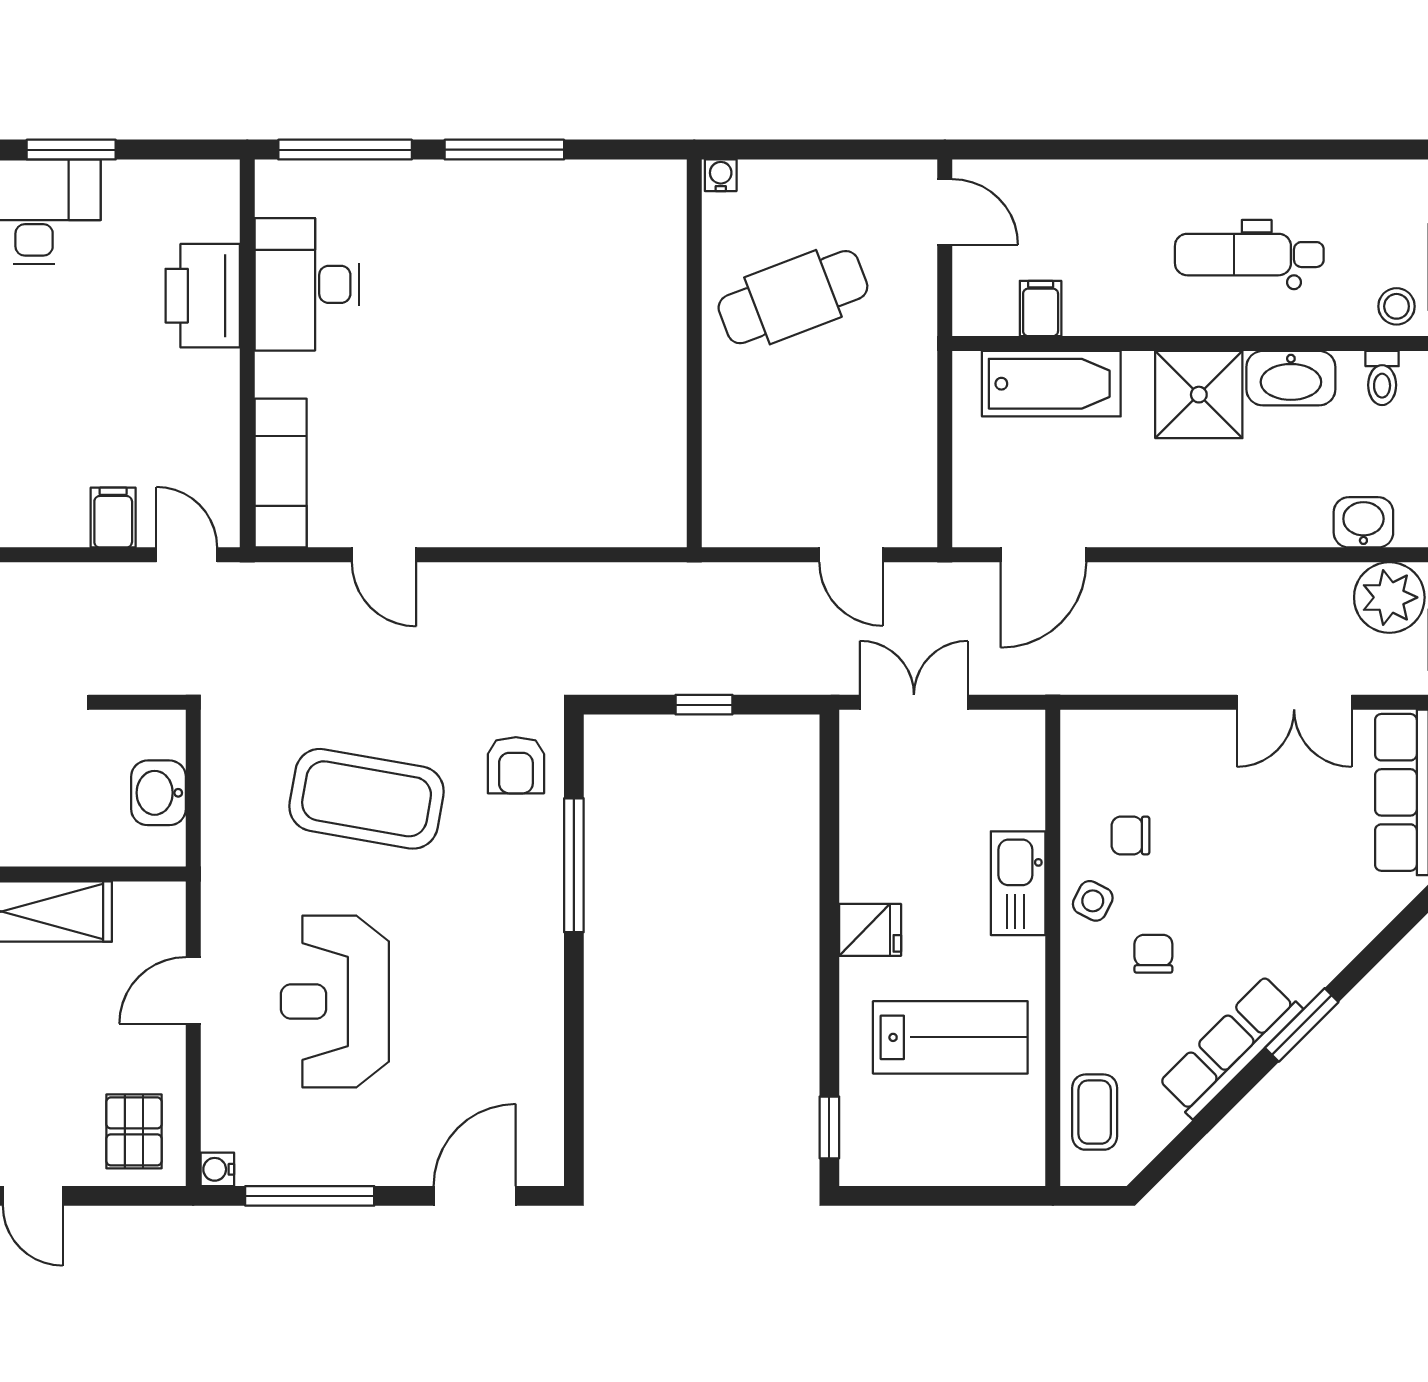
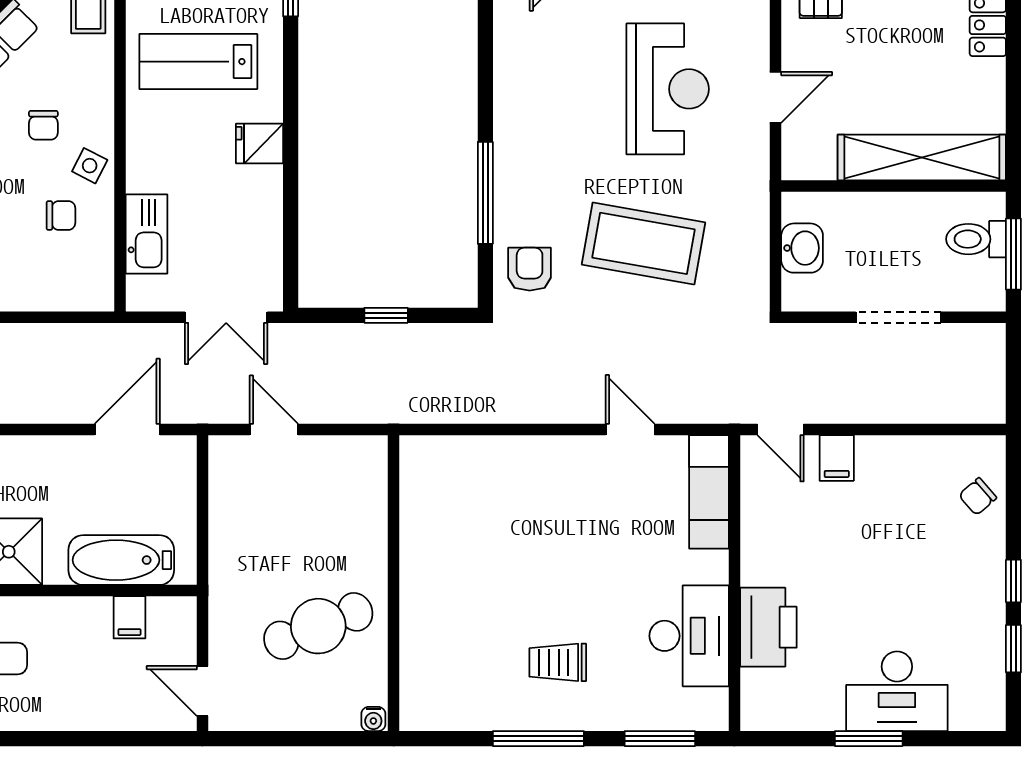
window: (345, 150) -> (660, 739), width x0.69
trolley: (479, 249) -> (558, 662), added
kitchen sink: (1018, 883) -> (147, 234), moved

